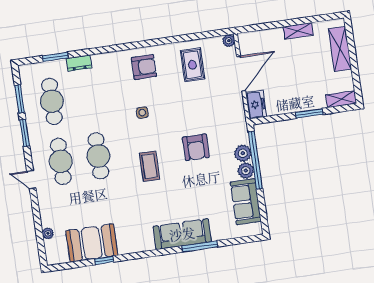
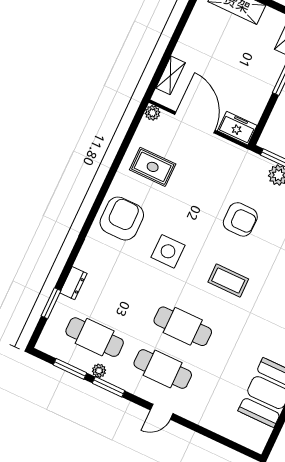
shelving: (298, 31) -> (170, 75), moved
armchair: (144, 67) -> (122, 219), width x1.36, depth x1.36
side table: (142, 113) -> (168, 251), width x1.87, depth x1.87
plant: (48, 233) -> (99, 371), moved

